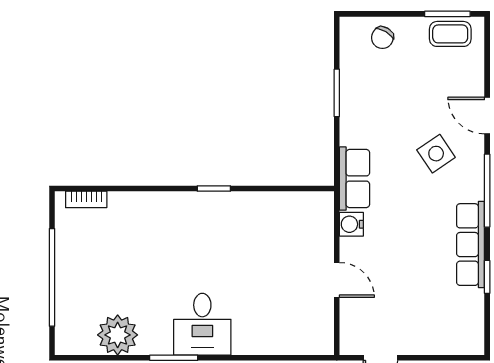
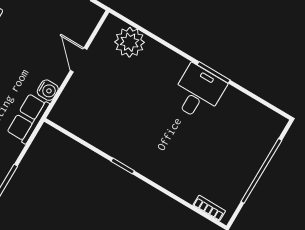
desk: (202, 324) -> (198, 92), moved
plant: (118, 335) -> (130, 42), moved

